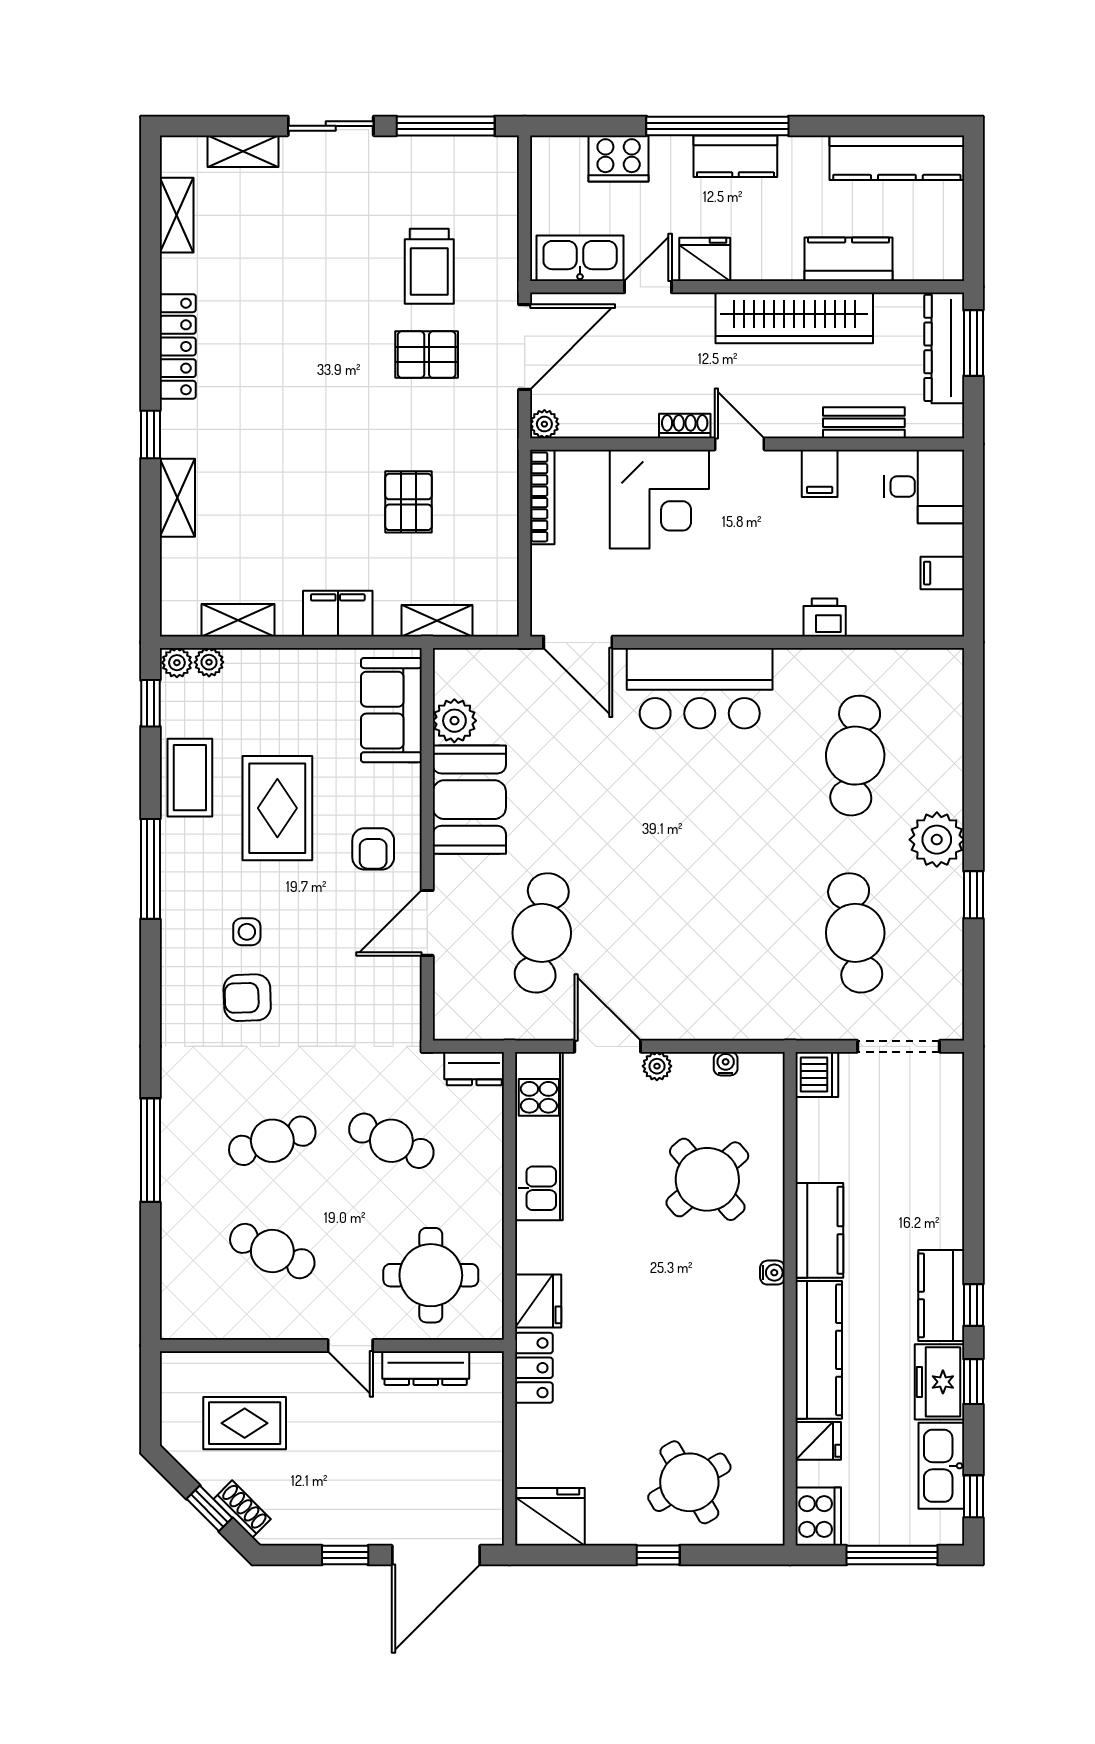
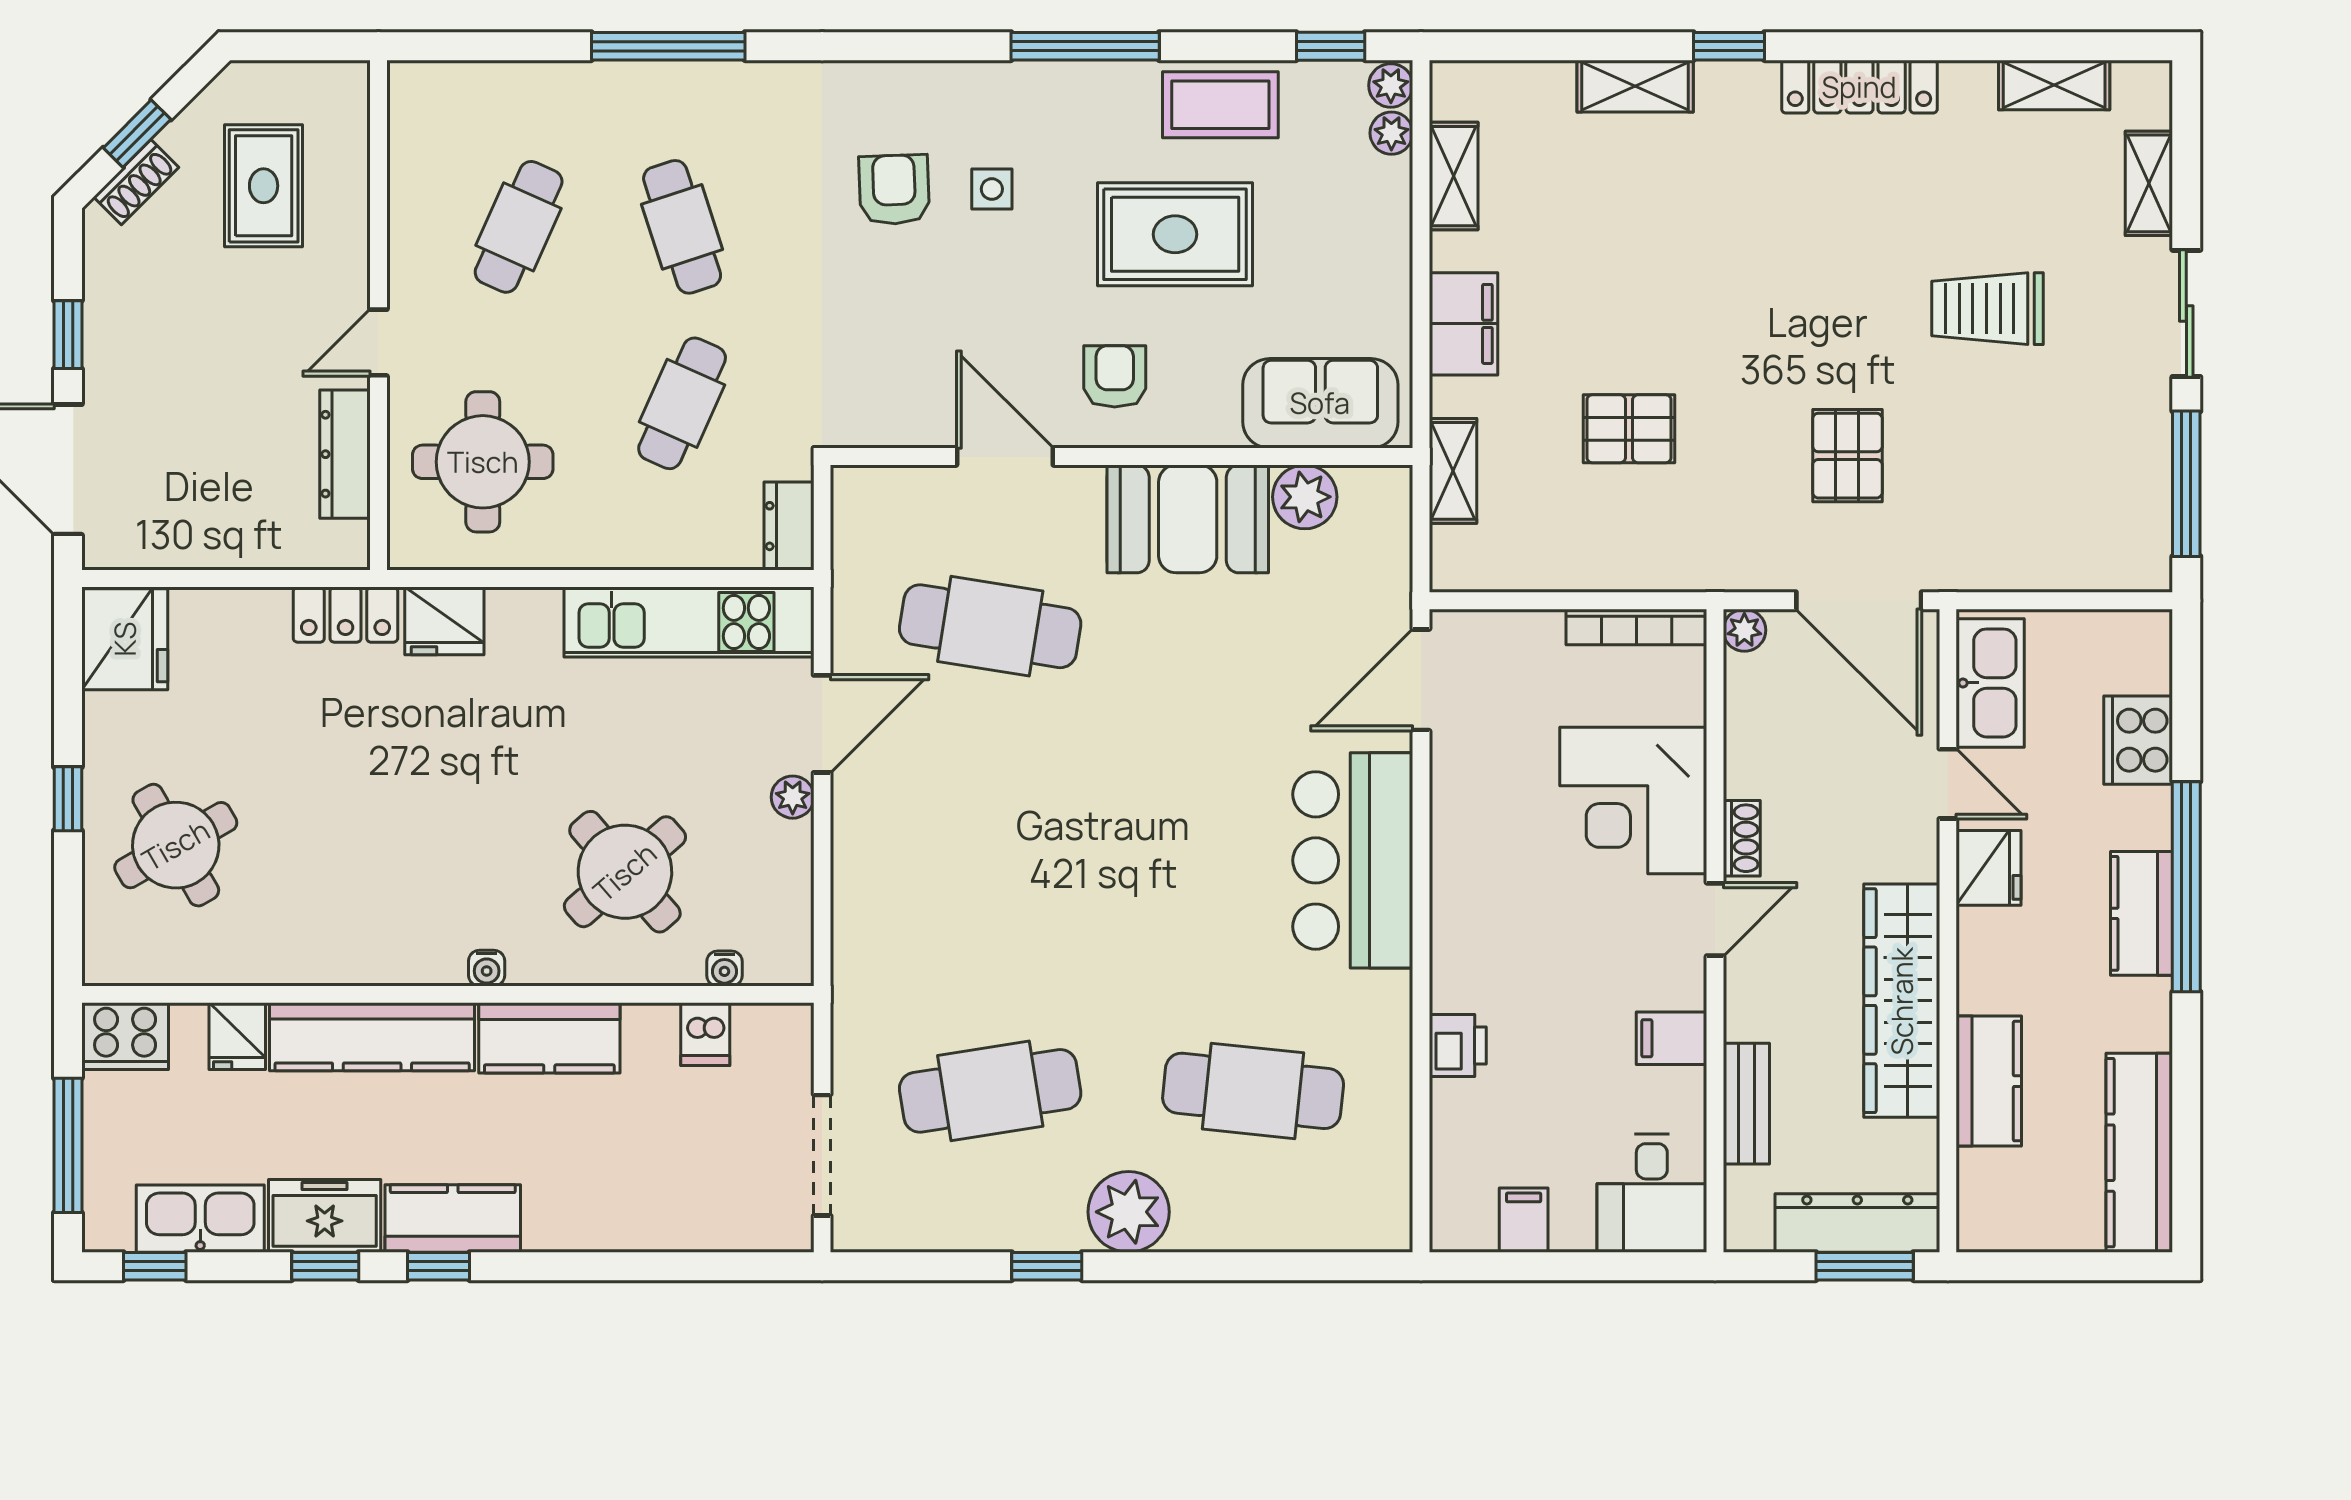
trolley: (429, 266) -> (1988, 309), moved
armchair: (373, 849) -> (1115, 376), turned 90
water cooler: (726, 1064) -> (724, 969), moved, turned 90
dishwasher: (817, 1075) -> (705, 1034), moved, width x0.73

